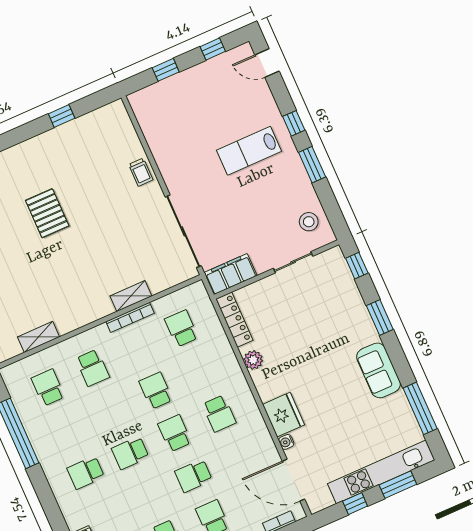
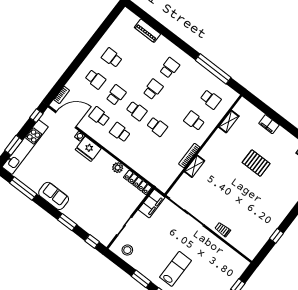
pallet: (47, 213) -> (256, 163), moved
school desk: (181, 328) -> (99, 117), moved, turned 180
window: (355, 504) -> (36, 116), moved

